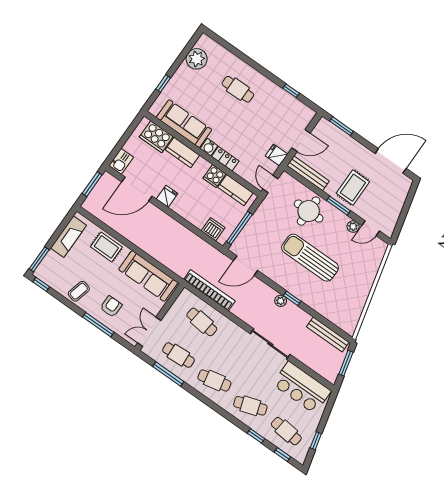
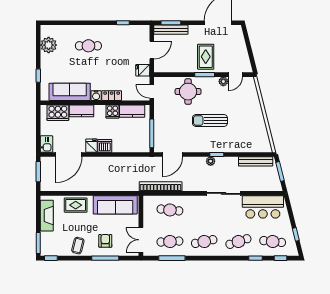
bench: (308, 173) -> (171, 30), moved
dishwasher: (213, 229) -> (105, 146), moved
sun lounger: (310, 258) -> (210, 121), width x0.73, depth x0.75

